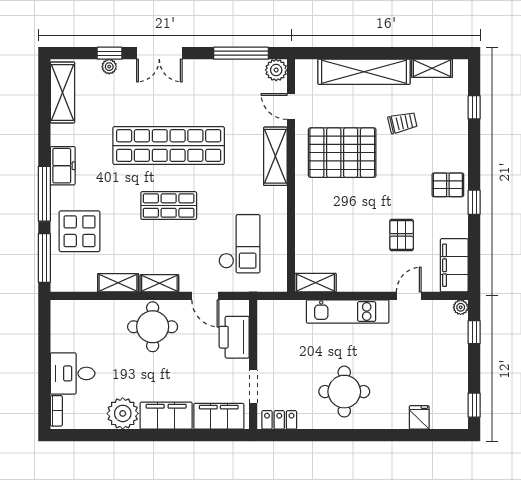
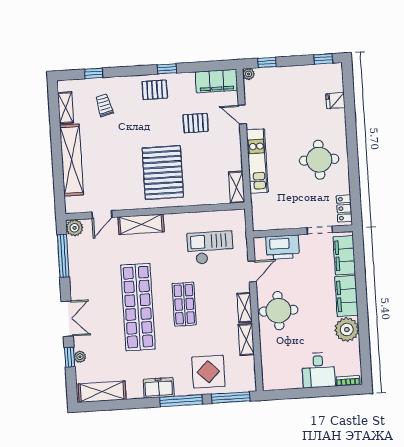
trolley: (402, 123) -> (104, 105), moved
pallet: (342, 153) -> (163, 173), moved
pallet: (448, 185) -> (155, 90), turned 90

